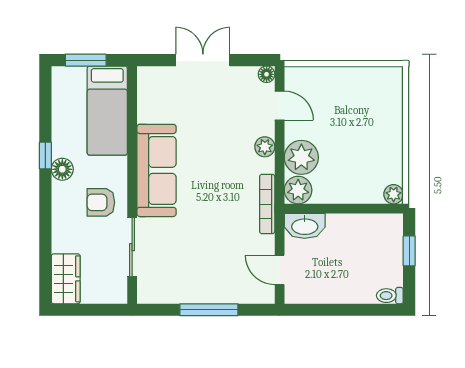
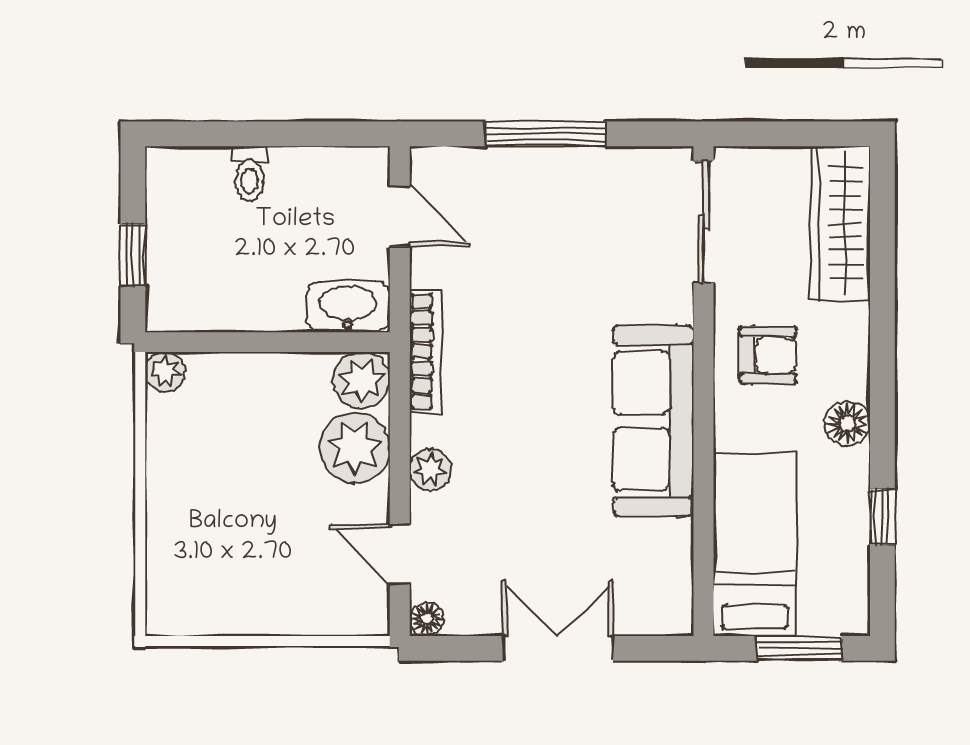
double door: (203, 60) -> (558, 648), swing flipped
window: (45, 155) -> (882, 517), moved
sliding door: (132, 247) -> (703, 222), moved
wardrobe: (66, 279) -> (840, 223), width x1.50
toilet: (390, 296) -> (250, 174), moved, turned 90

